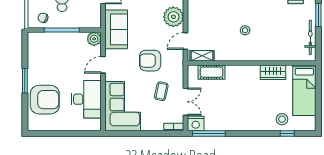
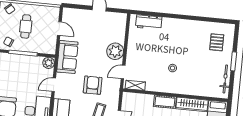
armchair: (150, 61) -> (93, 85), turned 90
cot: (211, 72) -> (165, 102), moved
wardrobe: (273, 72) -> (192, 104), width x1.50

